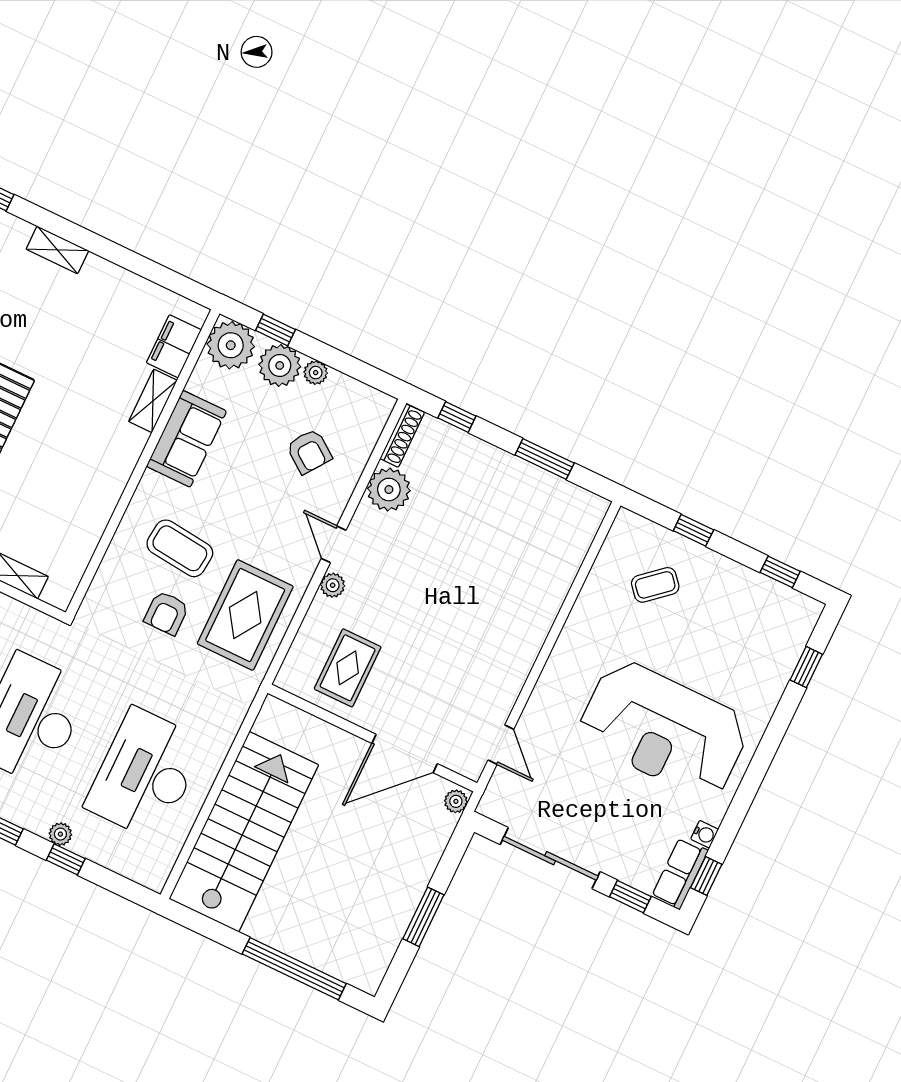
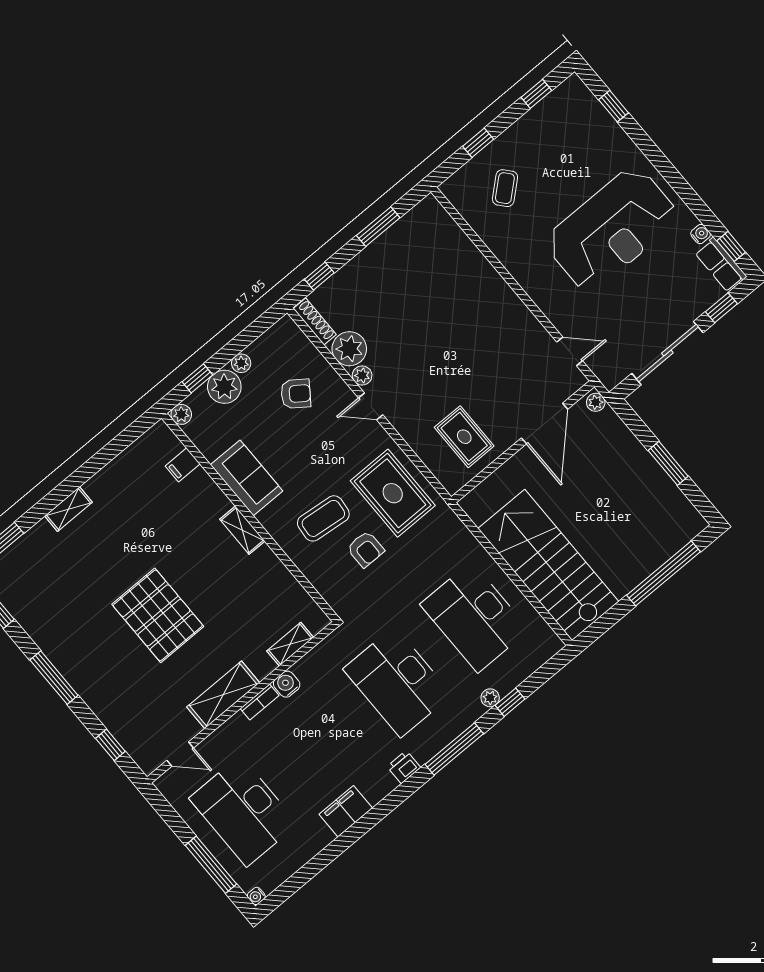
plant: (231, 345) -> (181, 414), width x0.53, depth x0.53
filing cabinet: (174, 346) -> (183, 465), width x0.50
shelving: (153, 401) -> (242, 530), moved
plant: (333, 585) -> (362, 375), moved

